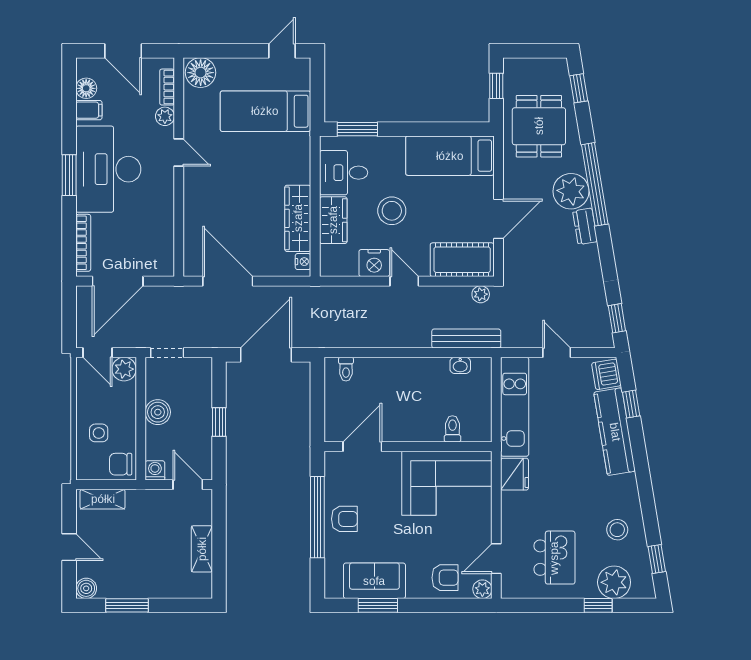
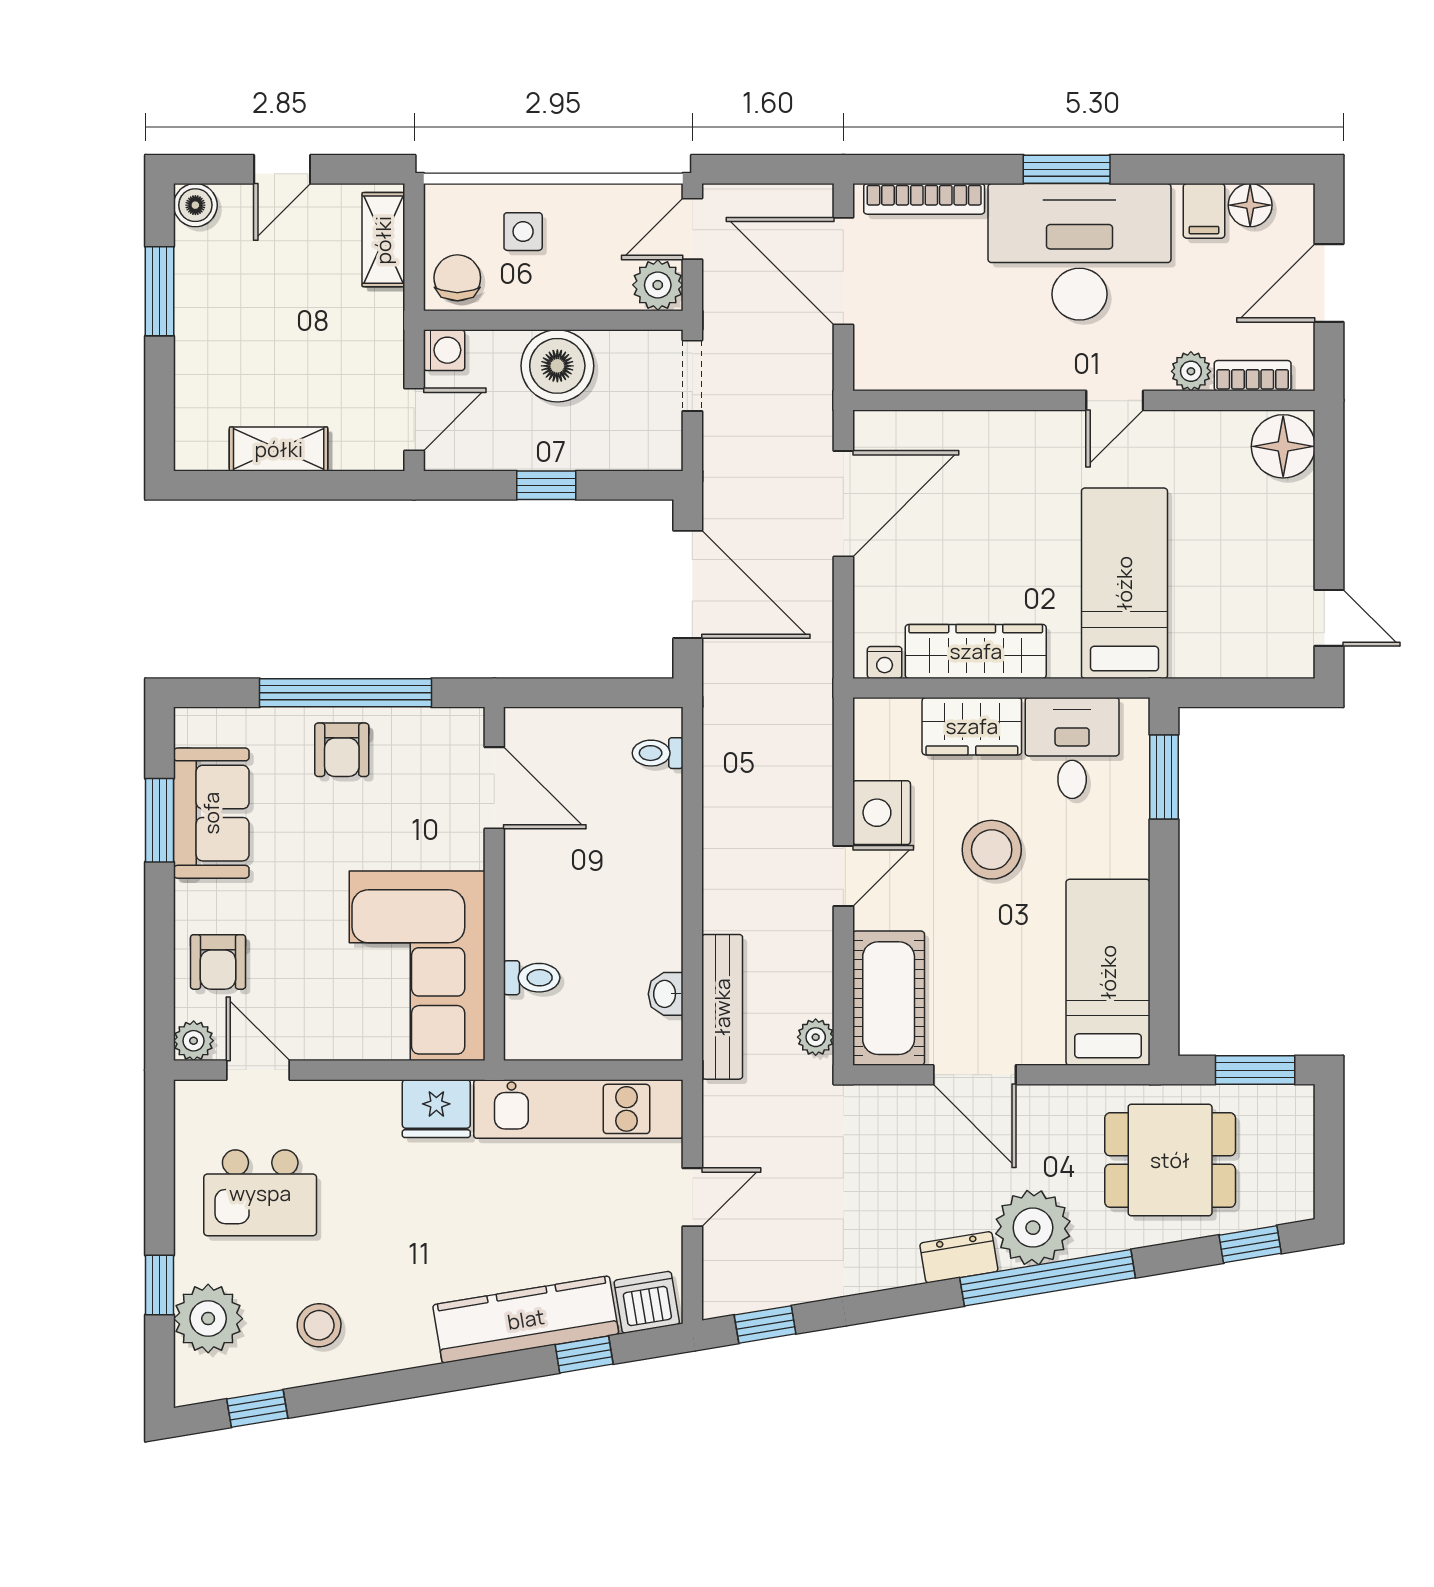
window: (496, 86) -> (1255, 1070), width x1.50
bed: (265, 111) -> (1124, 583), moved
boiler: (158, 412) -> (557, 366), width x1.37, depth x1.37

